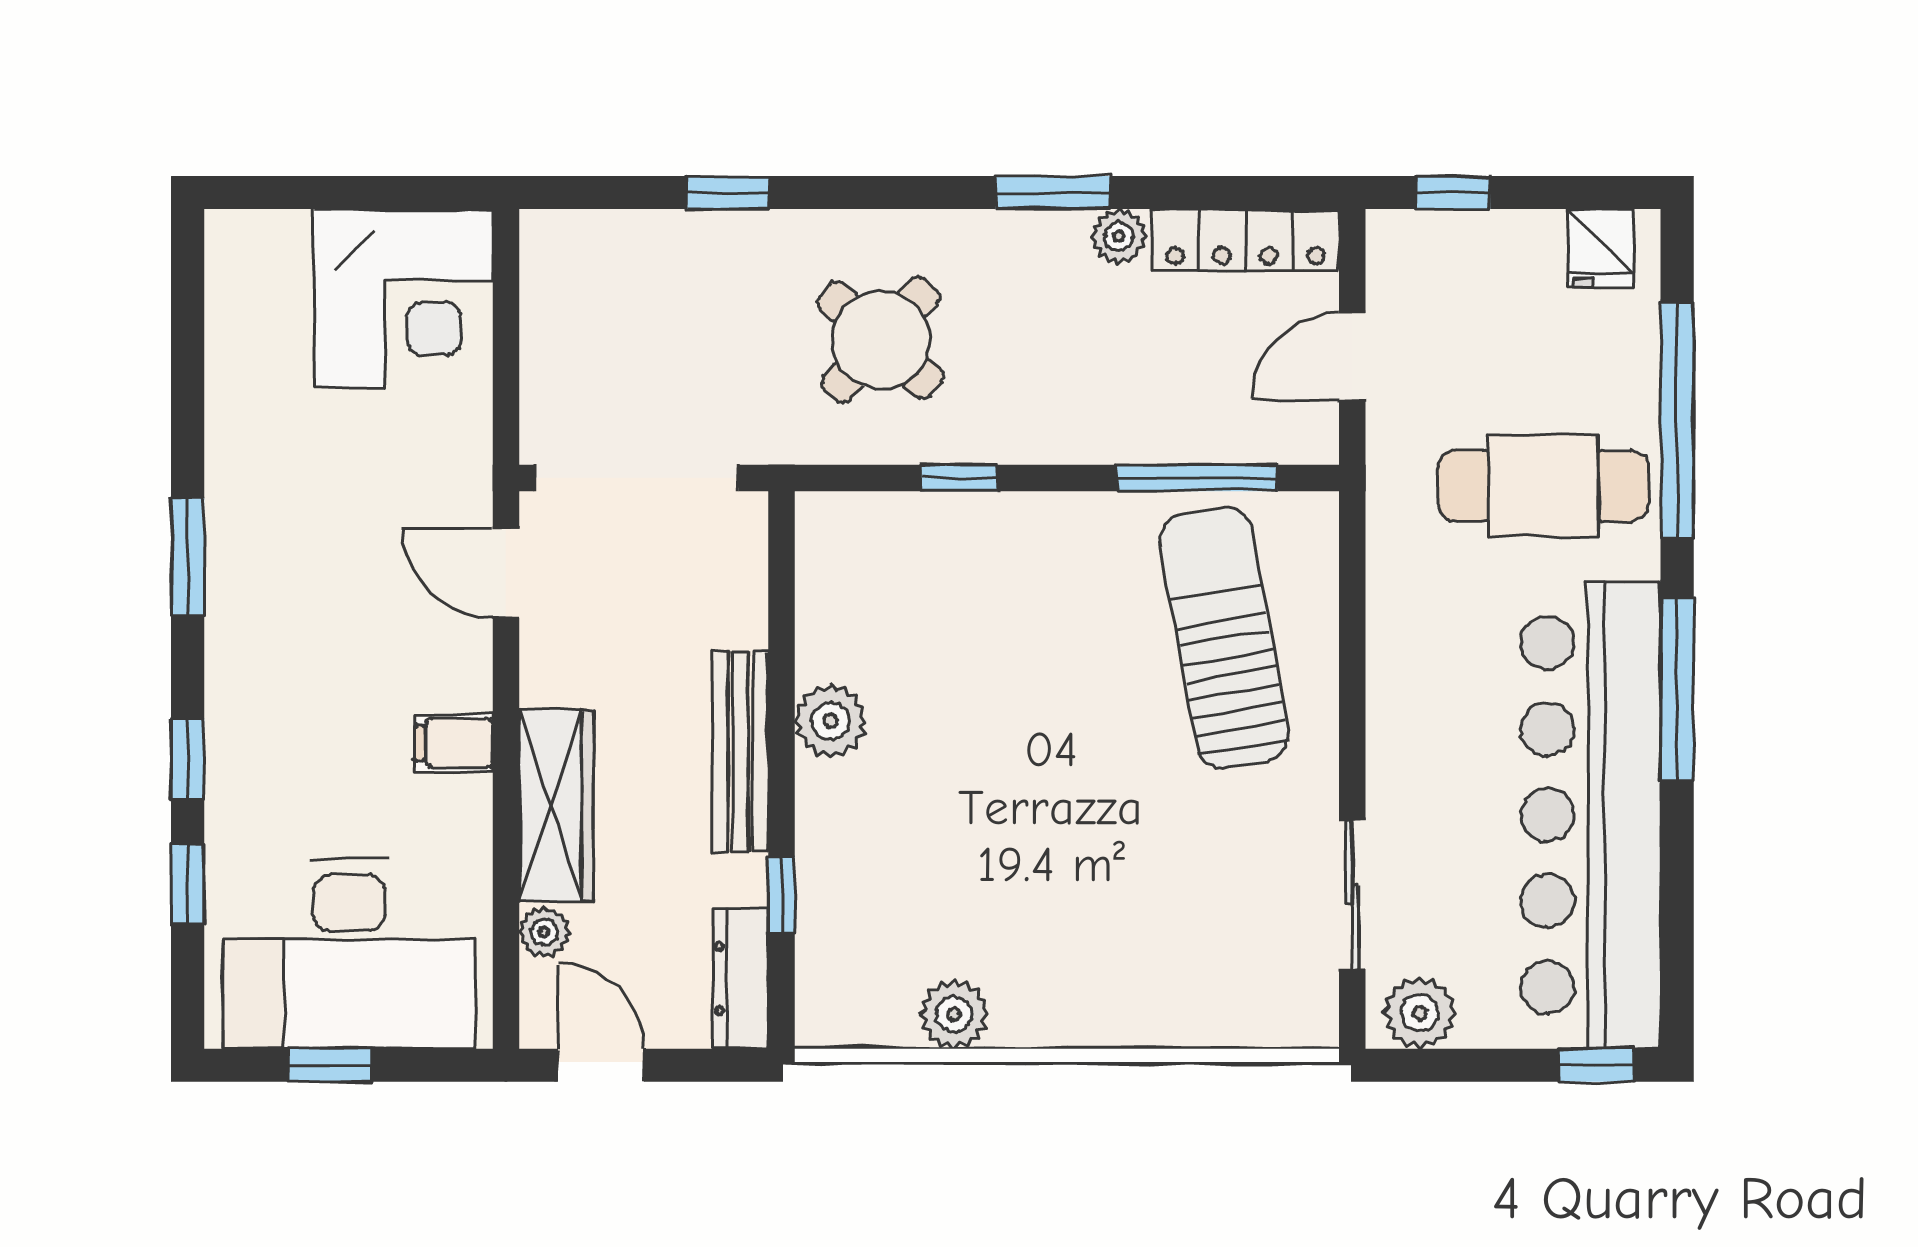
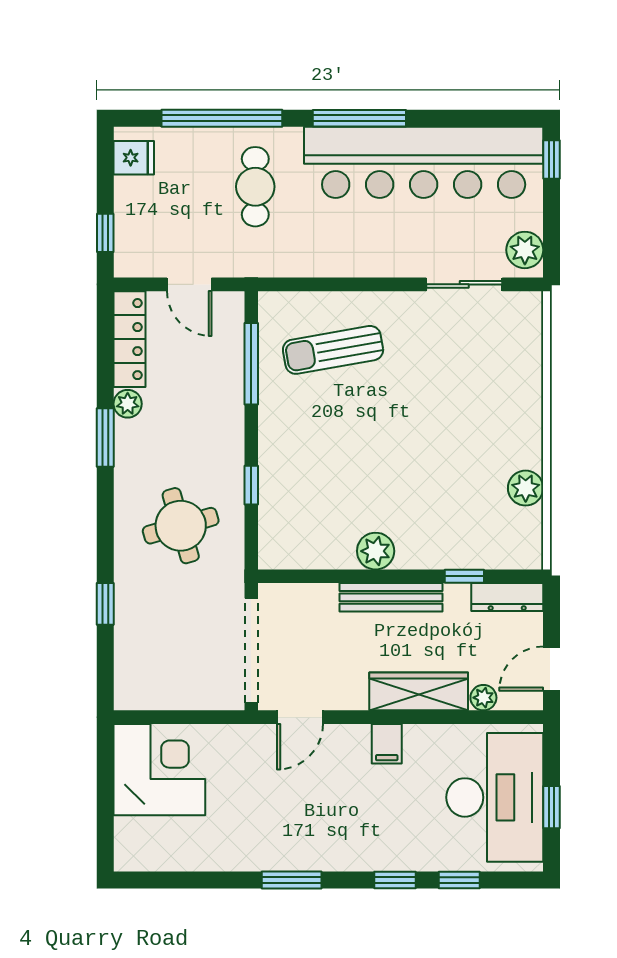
round table: (880, 340) -> (181, 526), turned 32
cafe table: (1543, 486) -> (255, 187), width x0.73, depth x0.74
sun lounger: (1224, 638) -> (333, 350), width x0.73, depth x0.75

